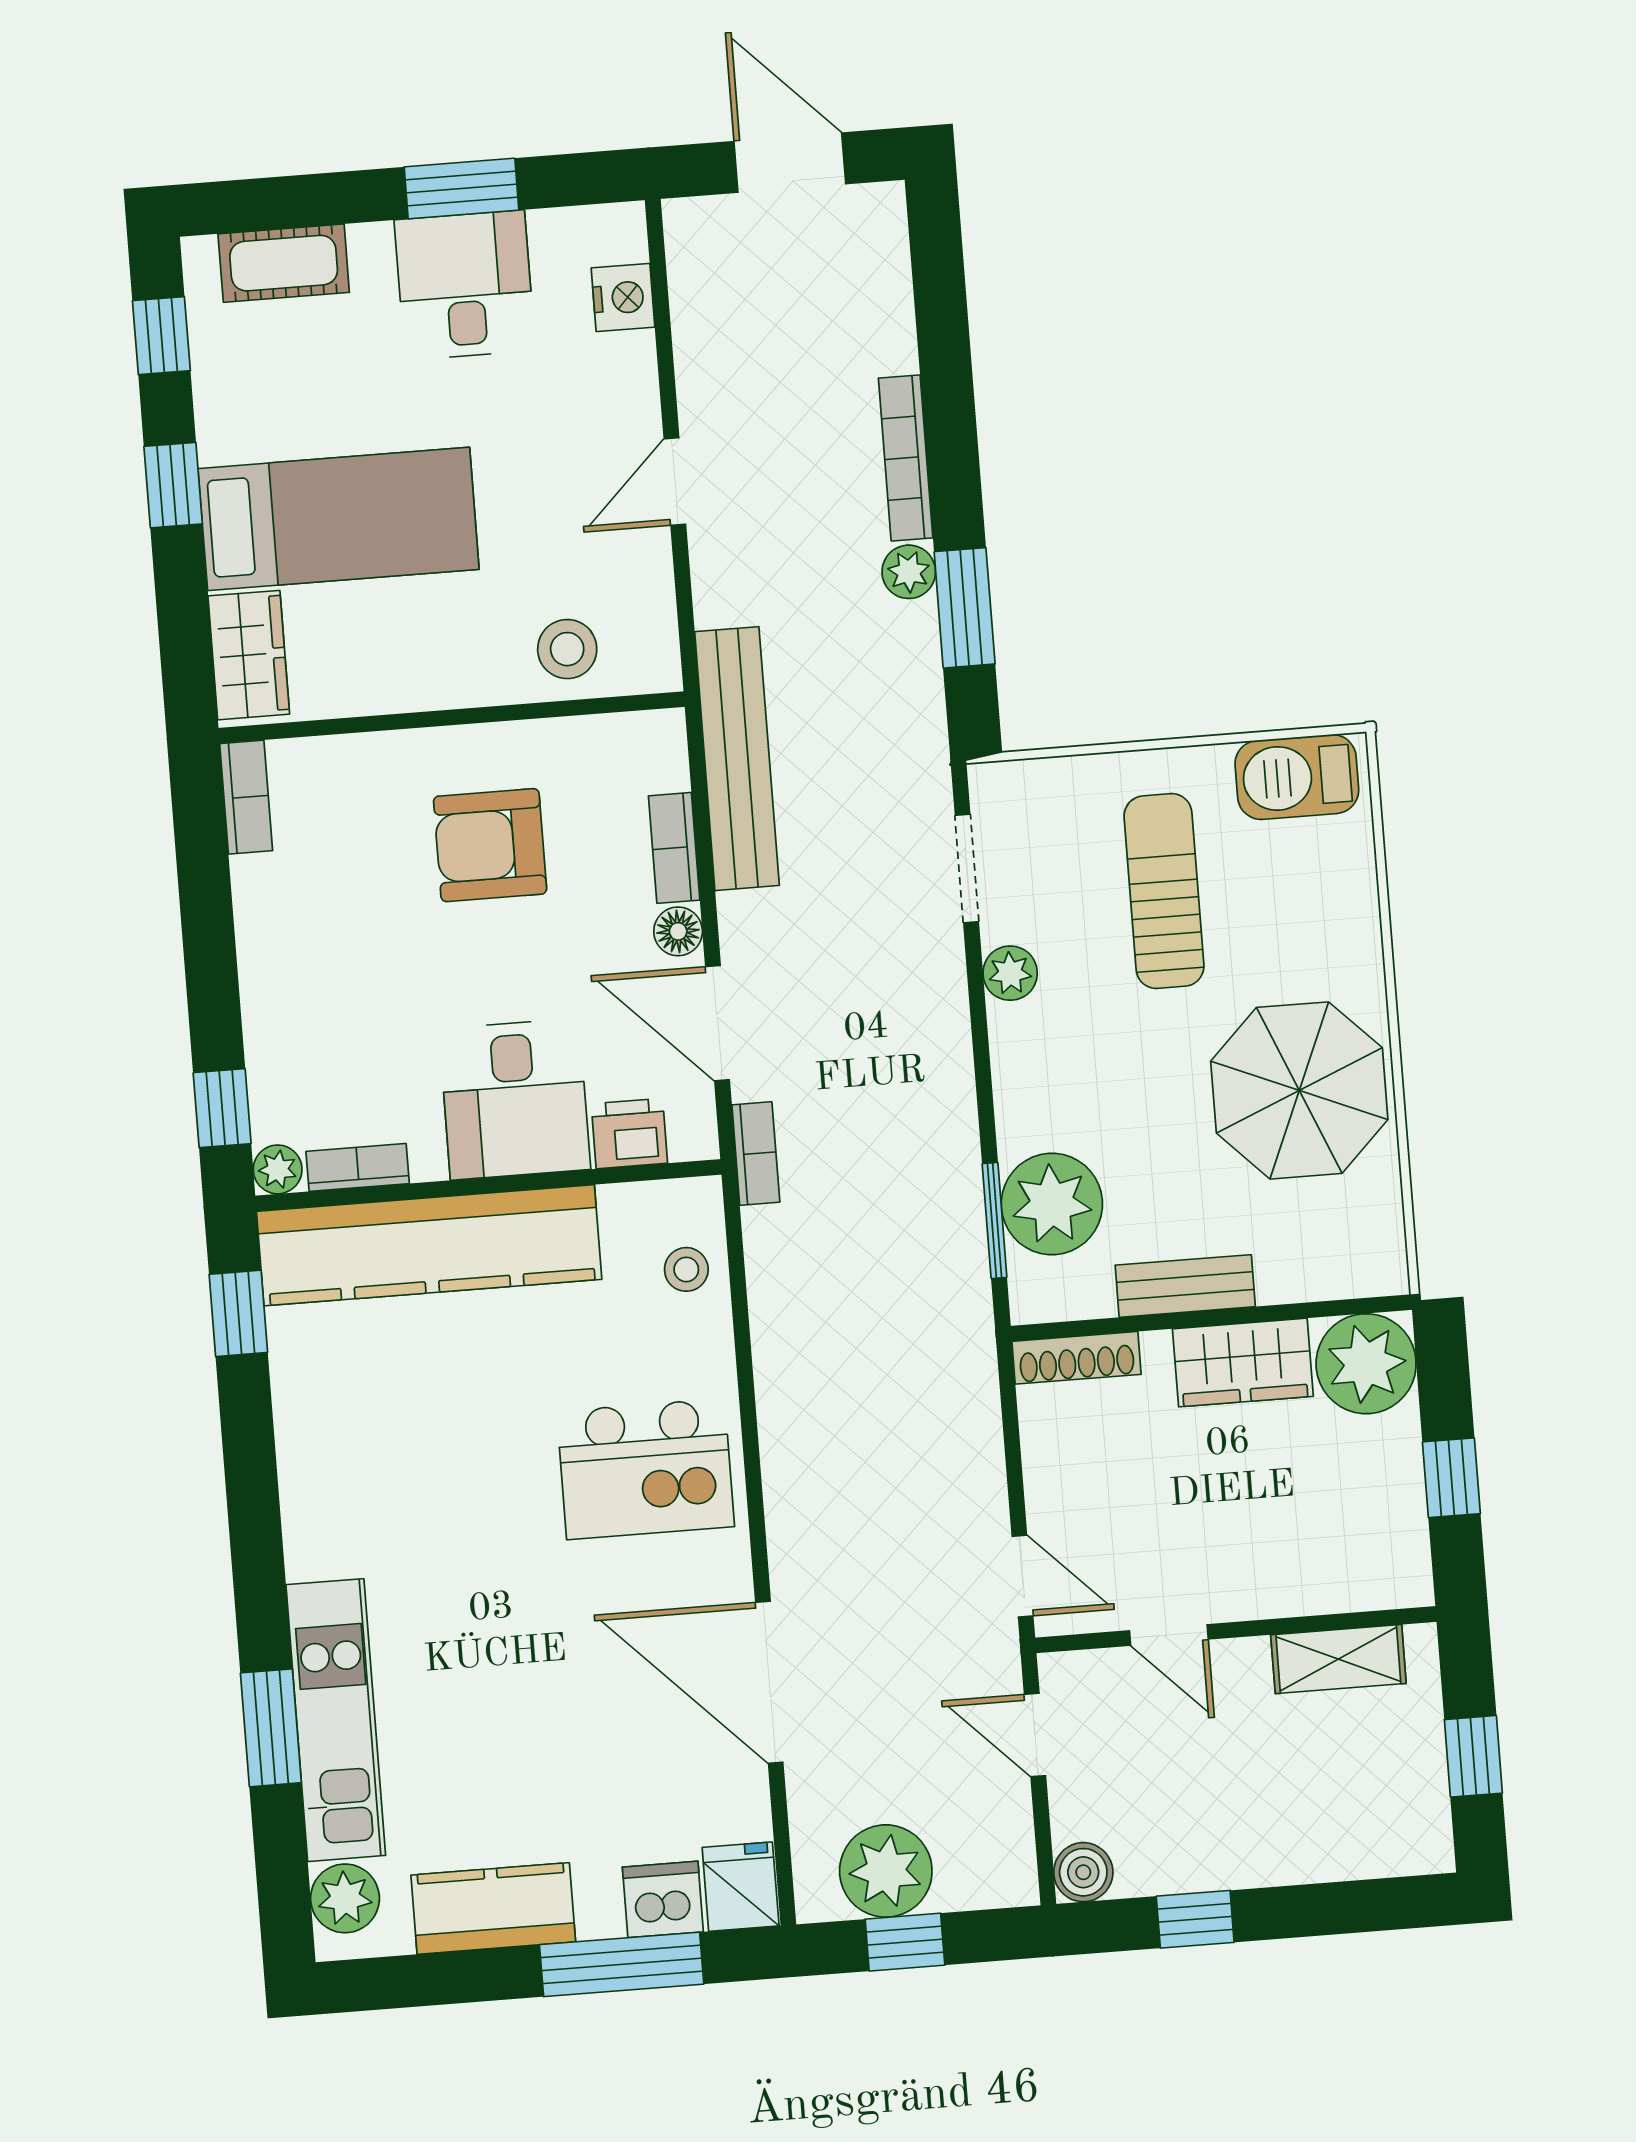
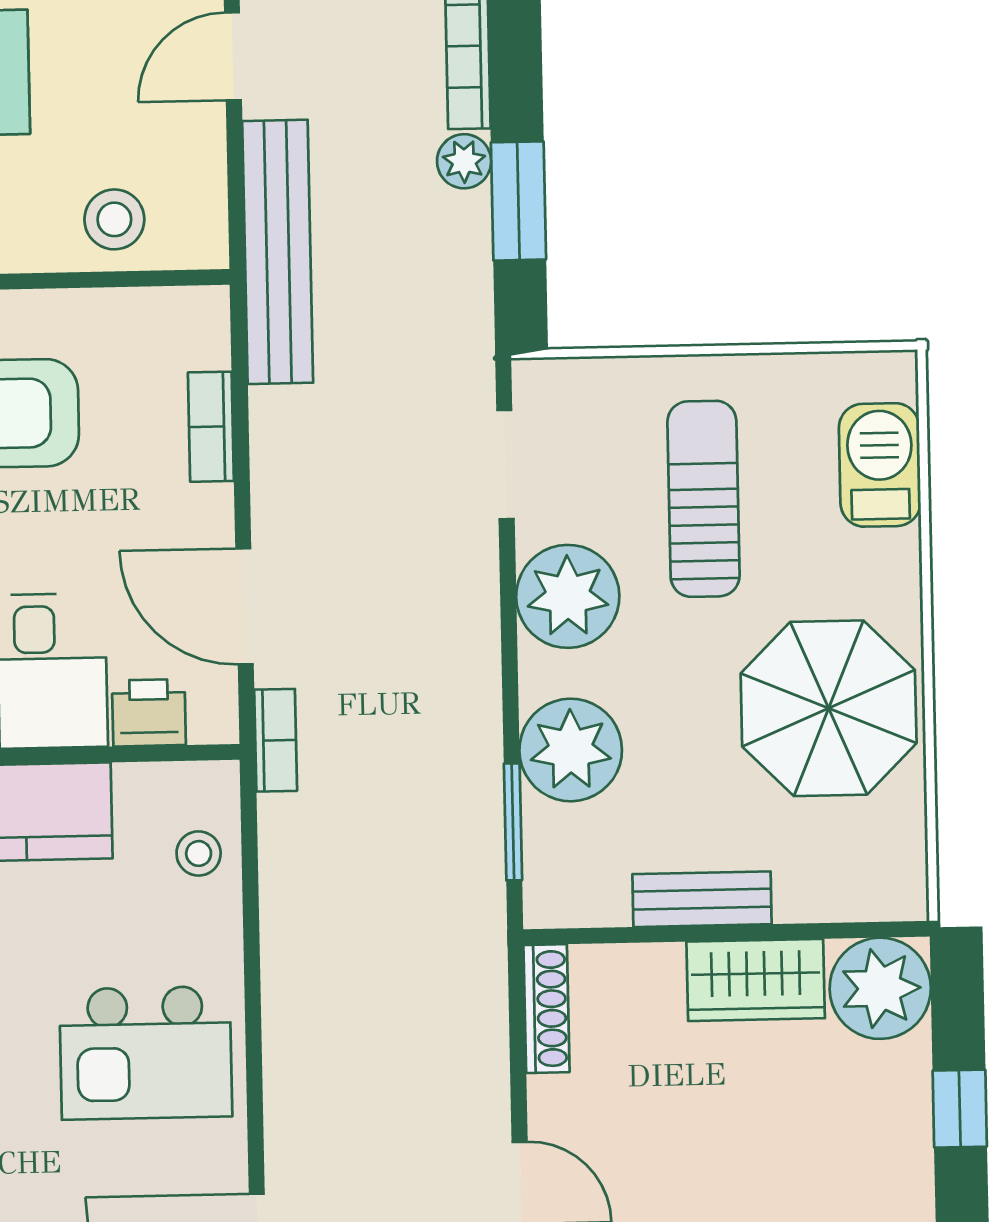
bench: (737, 759) -> (278, 252), moved
barbecue: (1297, 777) -> (880, 465), moved, turned 90
floor lamp: (678, 931) -> (210, 511), removed
plant: (1010, 973) -> (568, 596), width x1.87, depth x1.87
plant: (1052, 1204) -> (571, 750), moved
shoe rack: (1077, 1358) -> (547, 1009), moved, turned -90

